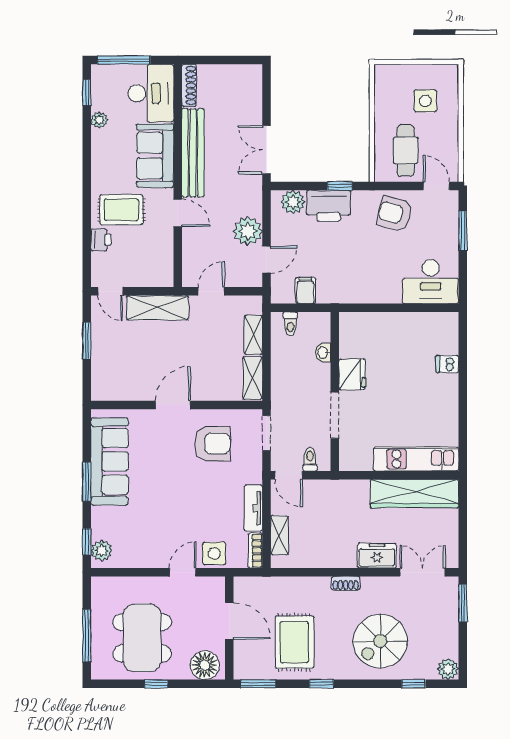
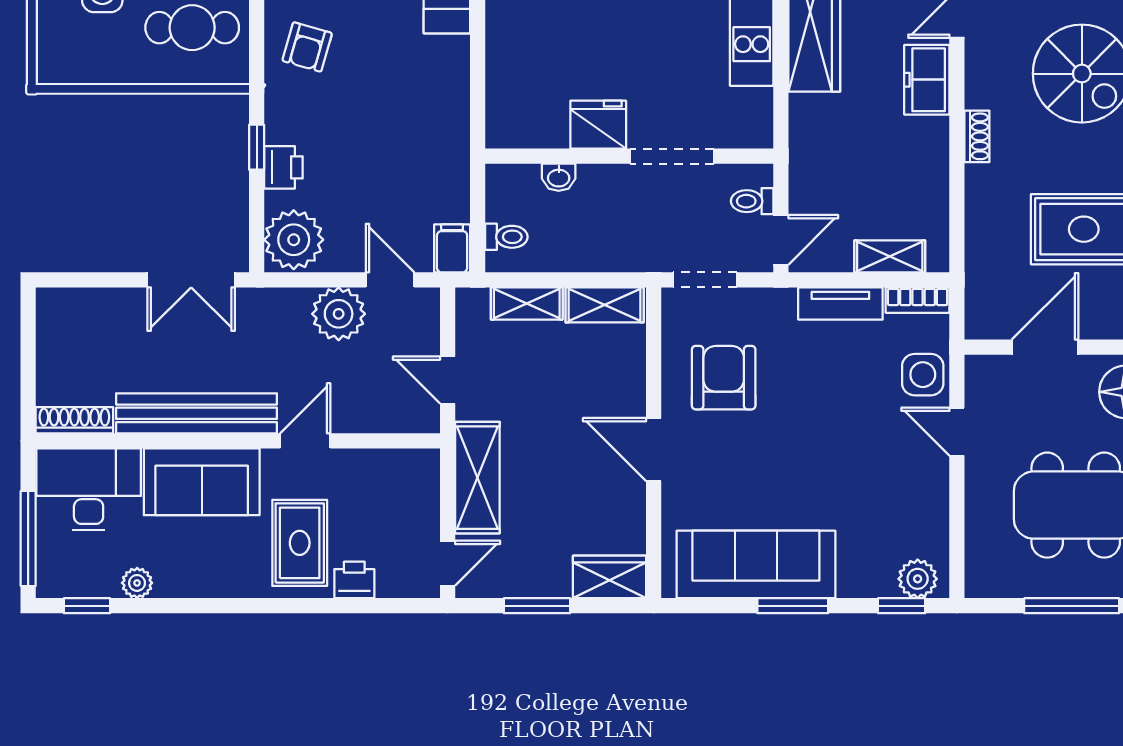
plant: (293, 202) -> (294, 240), width x1.36, depth x1.36
printer: (329, 206) -> (283, 167), width x0.53, depth x0.68
armchair: (395, 214) -> (307, 47), width x0.72, depth x0.72
filing cabinet: (306, 290) -> (452, 248), moved, turned 90
wardrobe: (103, 381) -> (609, 577), added

